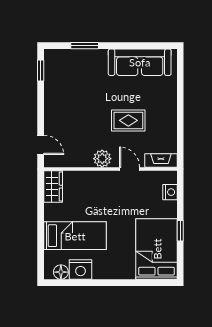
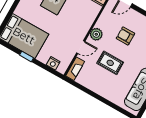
rug: (128, 120) -> (110, 63), turned 90
armchair: (83, 121) -> (125, 36), added

